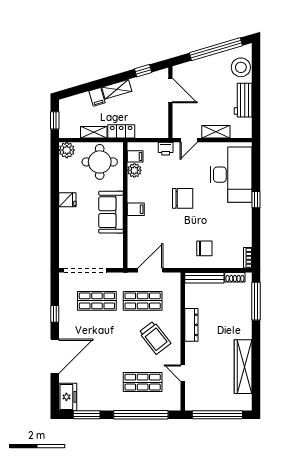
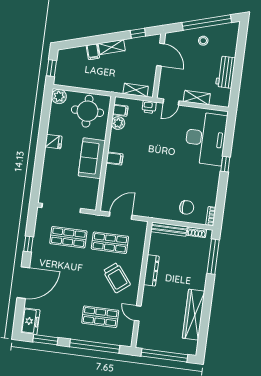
stool: (241, 67) -> (203, 41), moved, width x0.53, depth x0.53
locker: (121, 131) -> (111, 86), removed
shelving: (94, 132) -> (136, 90), moved
chair: (183, 198) -> (159, 154), removed
chair: (204, 248) -> (187, 207), moved

